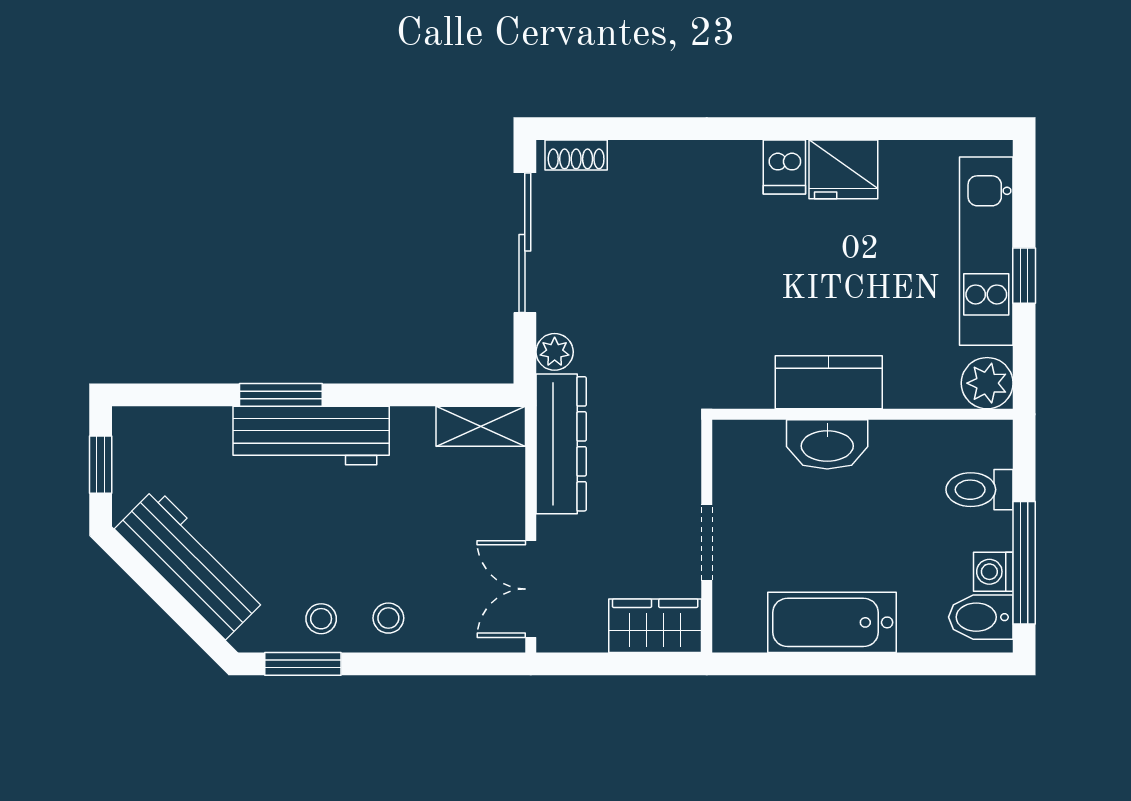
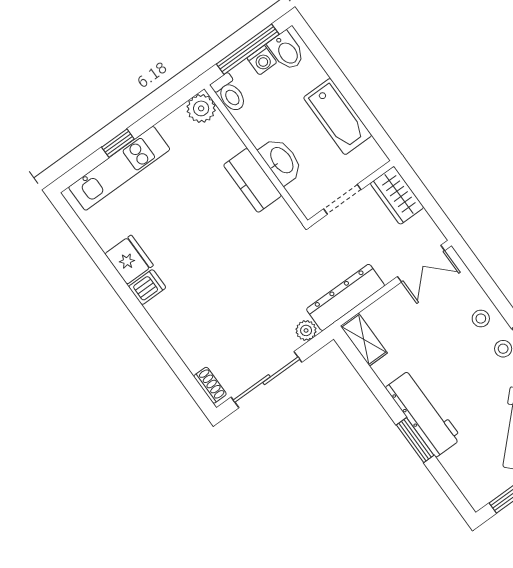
kitchen counter: (829, 382) -> (253, 180), moved
plant: (987, 383) -> (201, 108), moved
wall: (863, 414) -> (256, 155), moved
washbasin: (827, 444) -> (281, 161), moved

